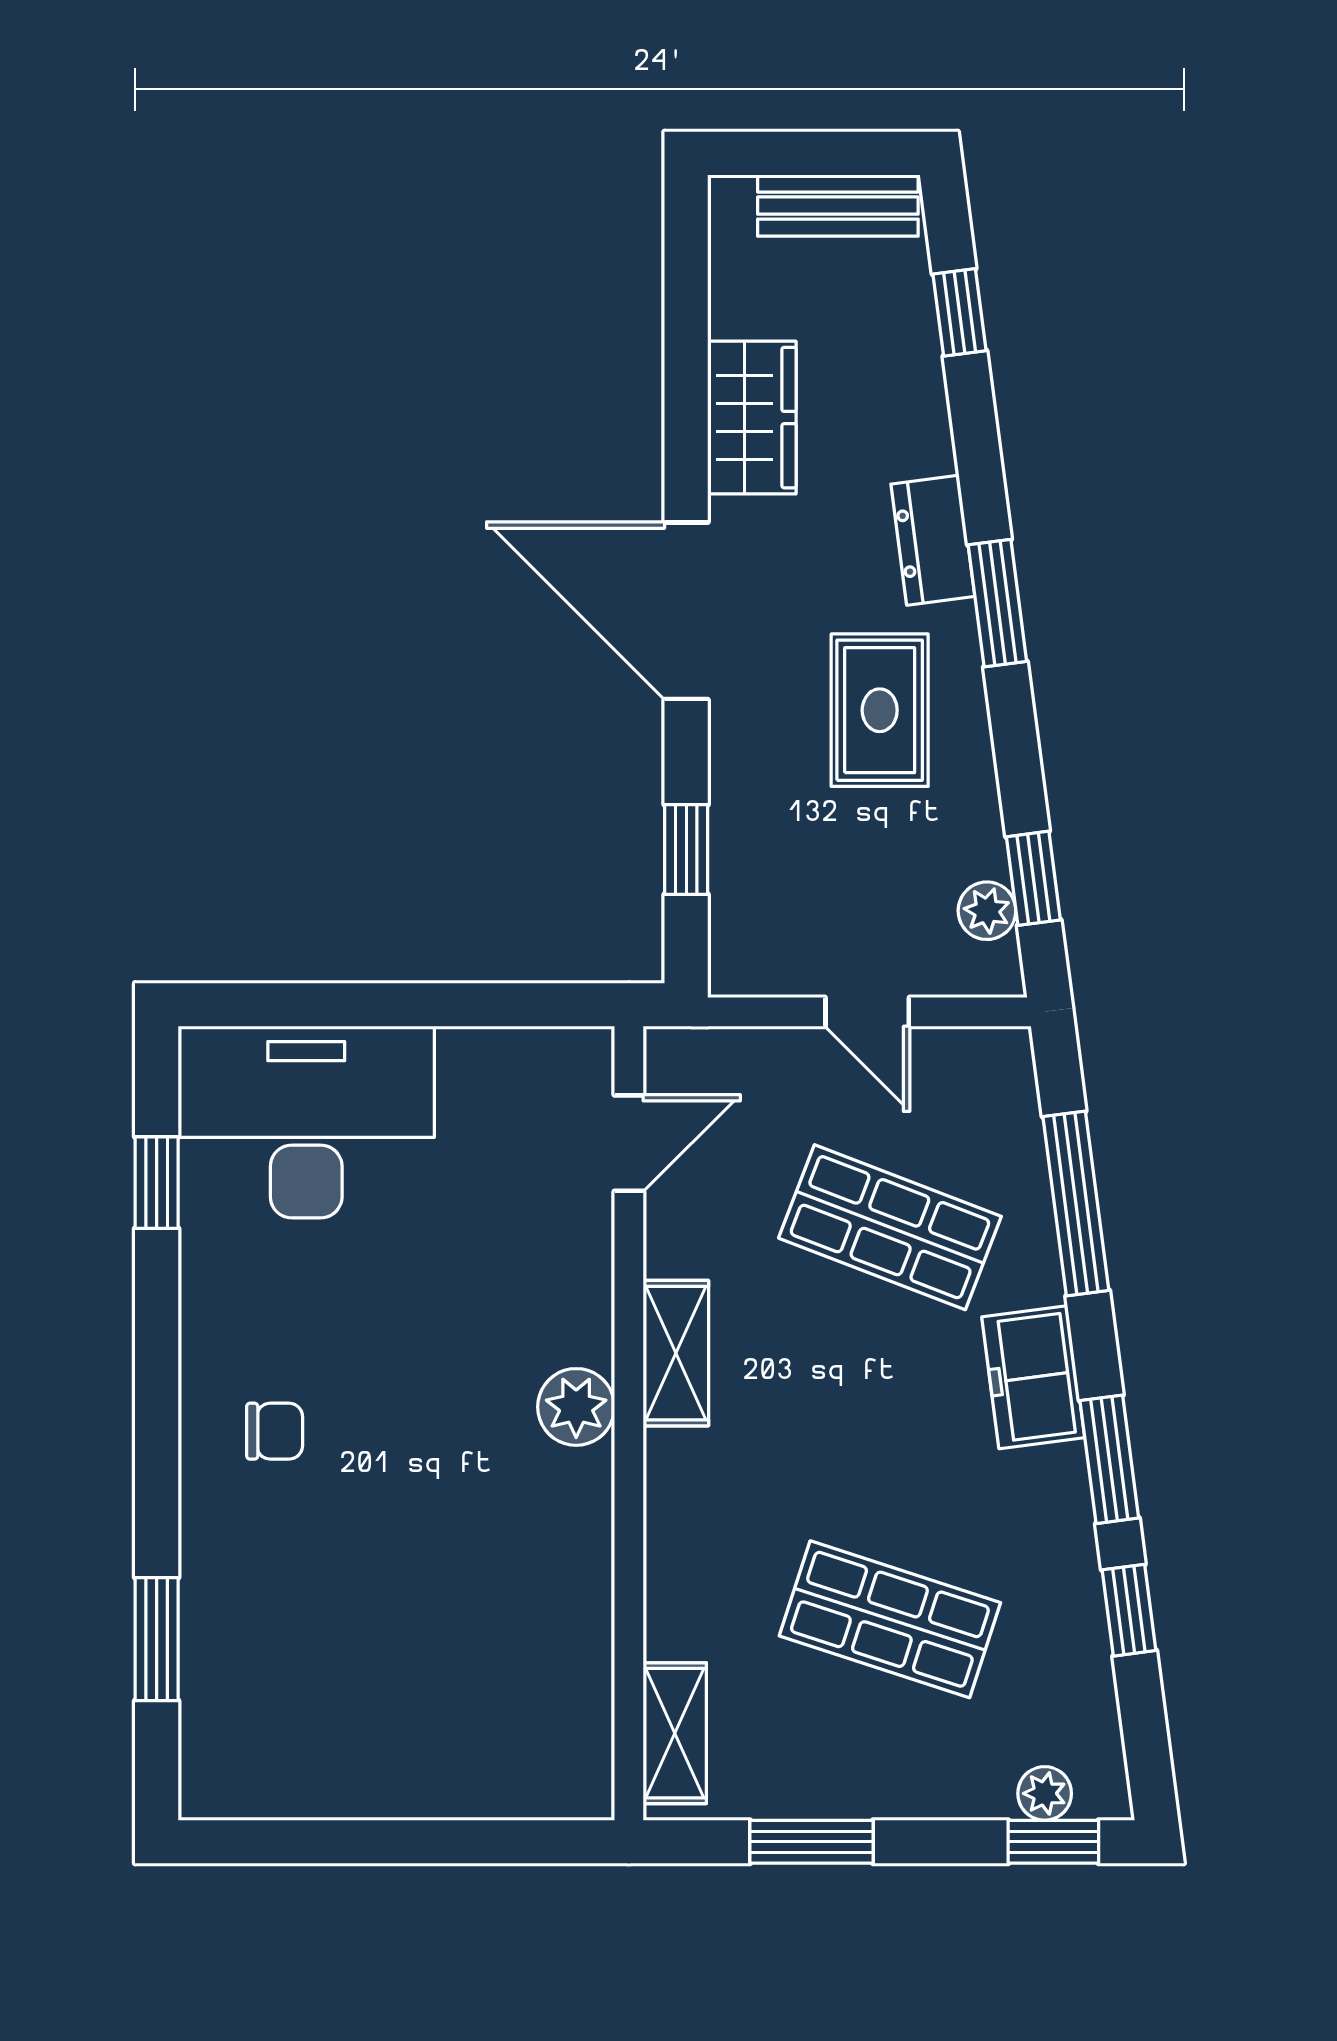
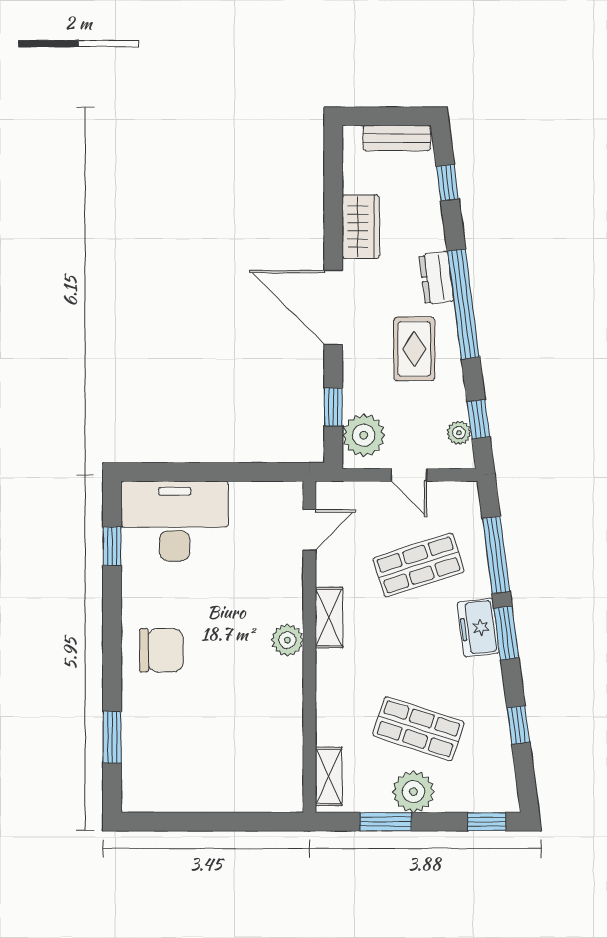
window: (997, 603) -> (463, 304), width x2.11
plant: (759, 917) -> (364, 435), added
shop shelf: (890, 1227) -> (418, 565), turned -39
chair: (275, 1431) -> (161, 650), width x1.87, depth x1.87
window: (1109, 1459) -> (506, 633), moved
plant: (1045, 1793) -> (413, 792), moved, width x1.88, depth x1.88

